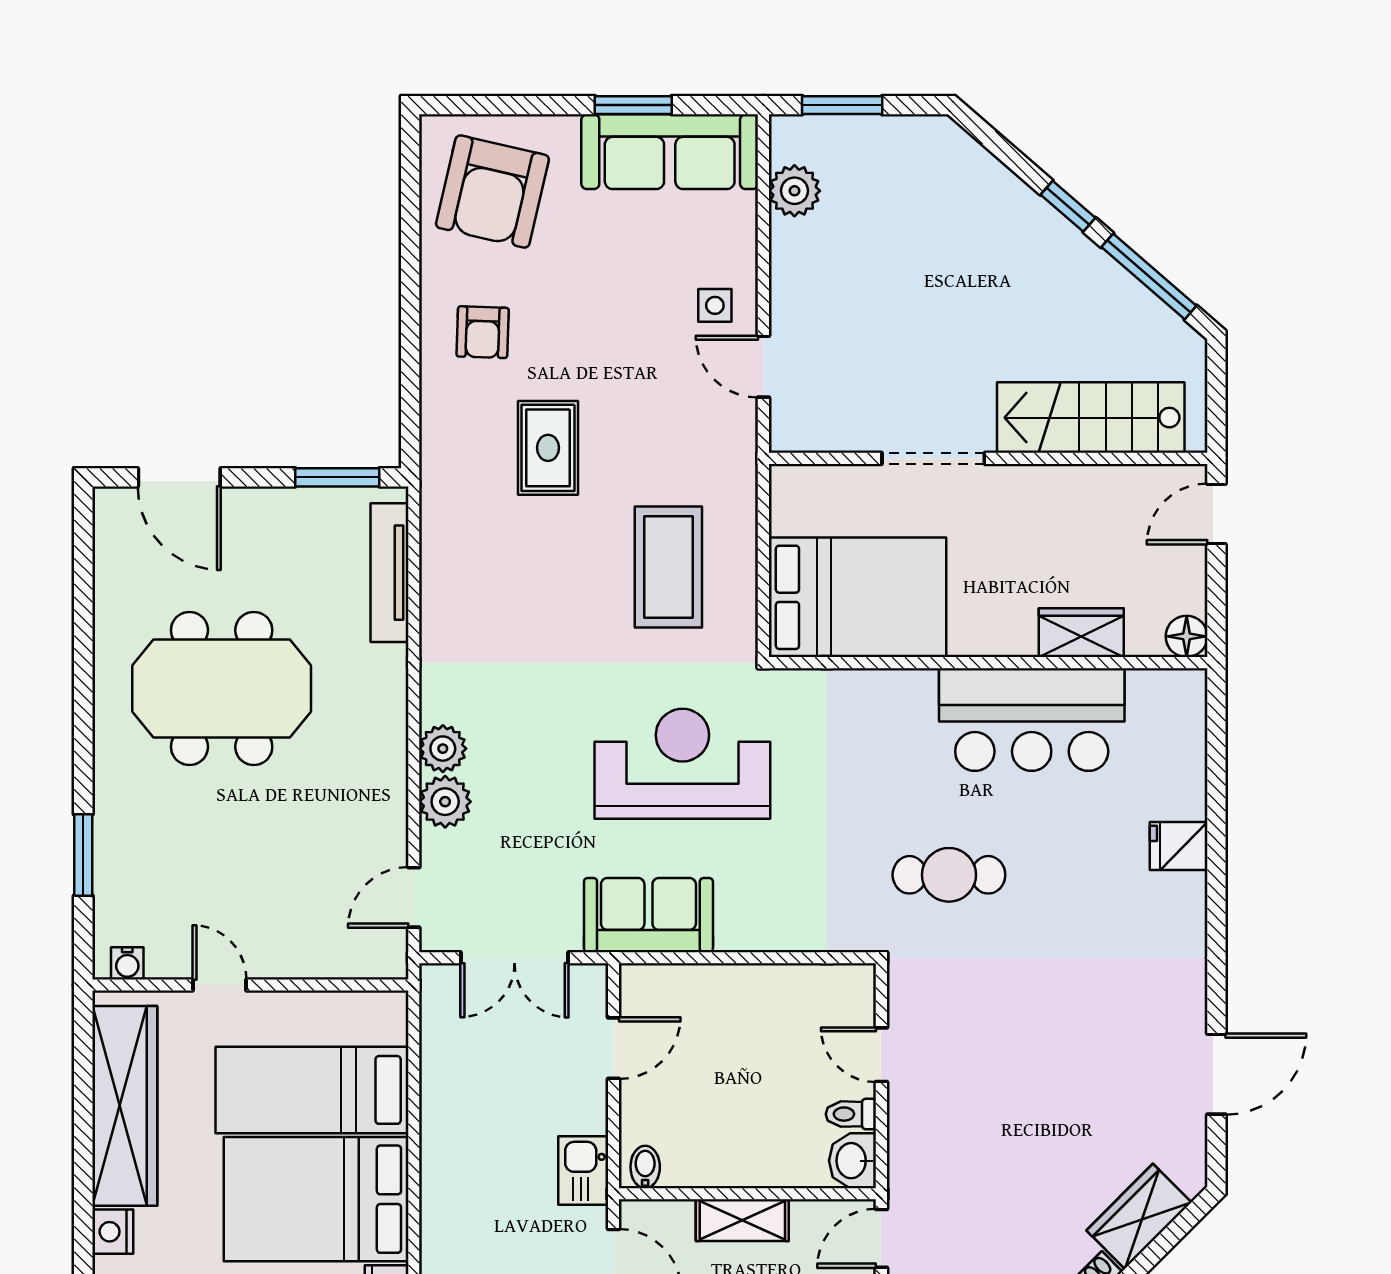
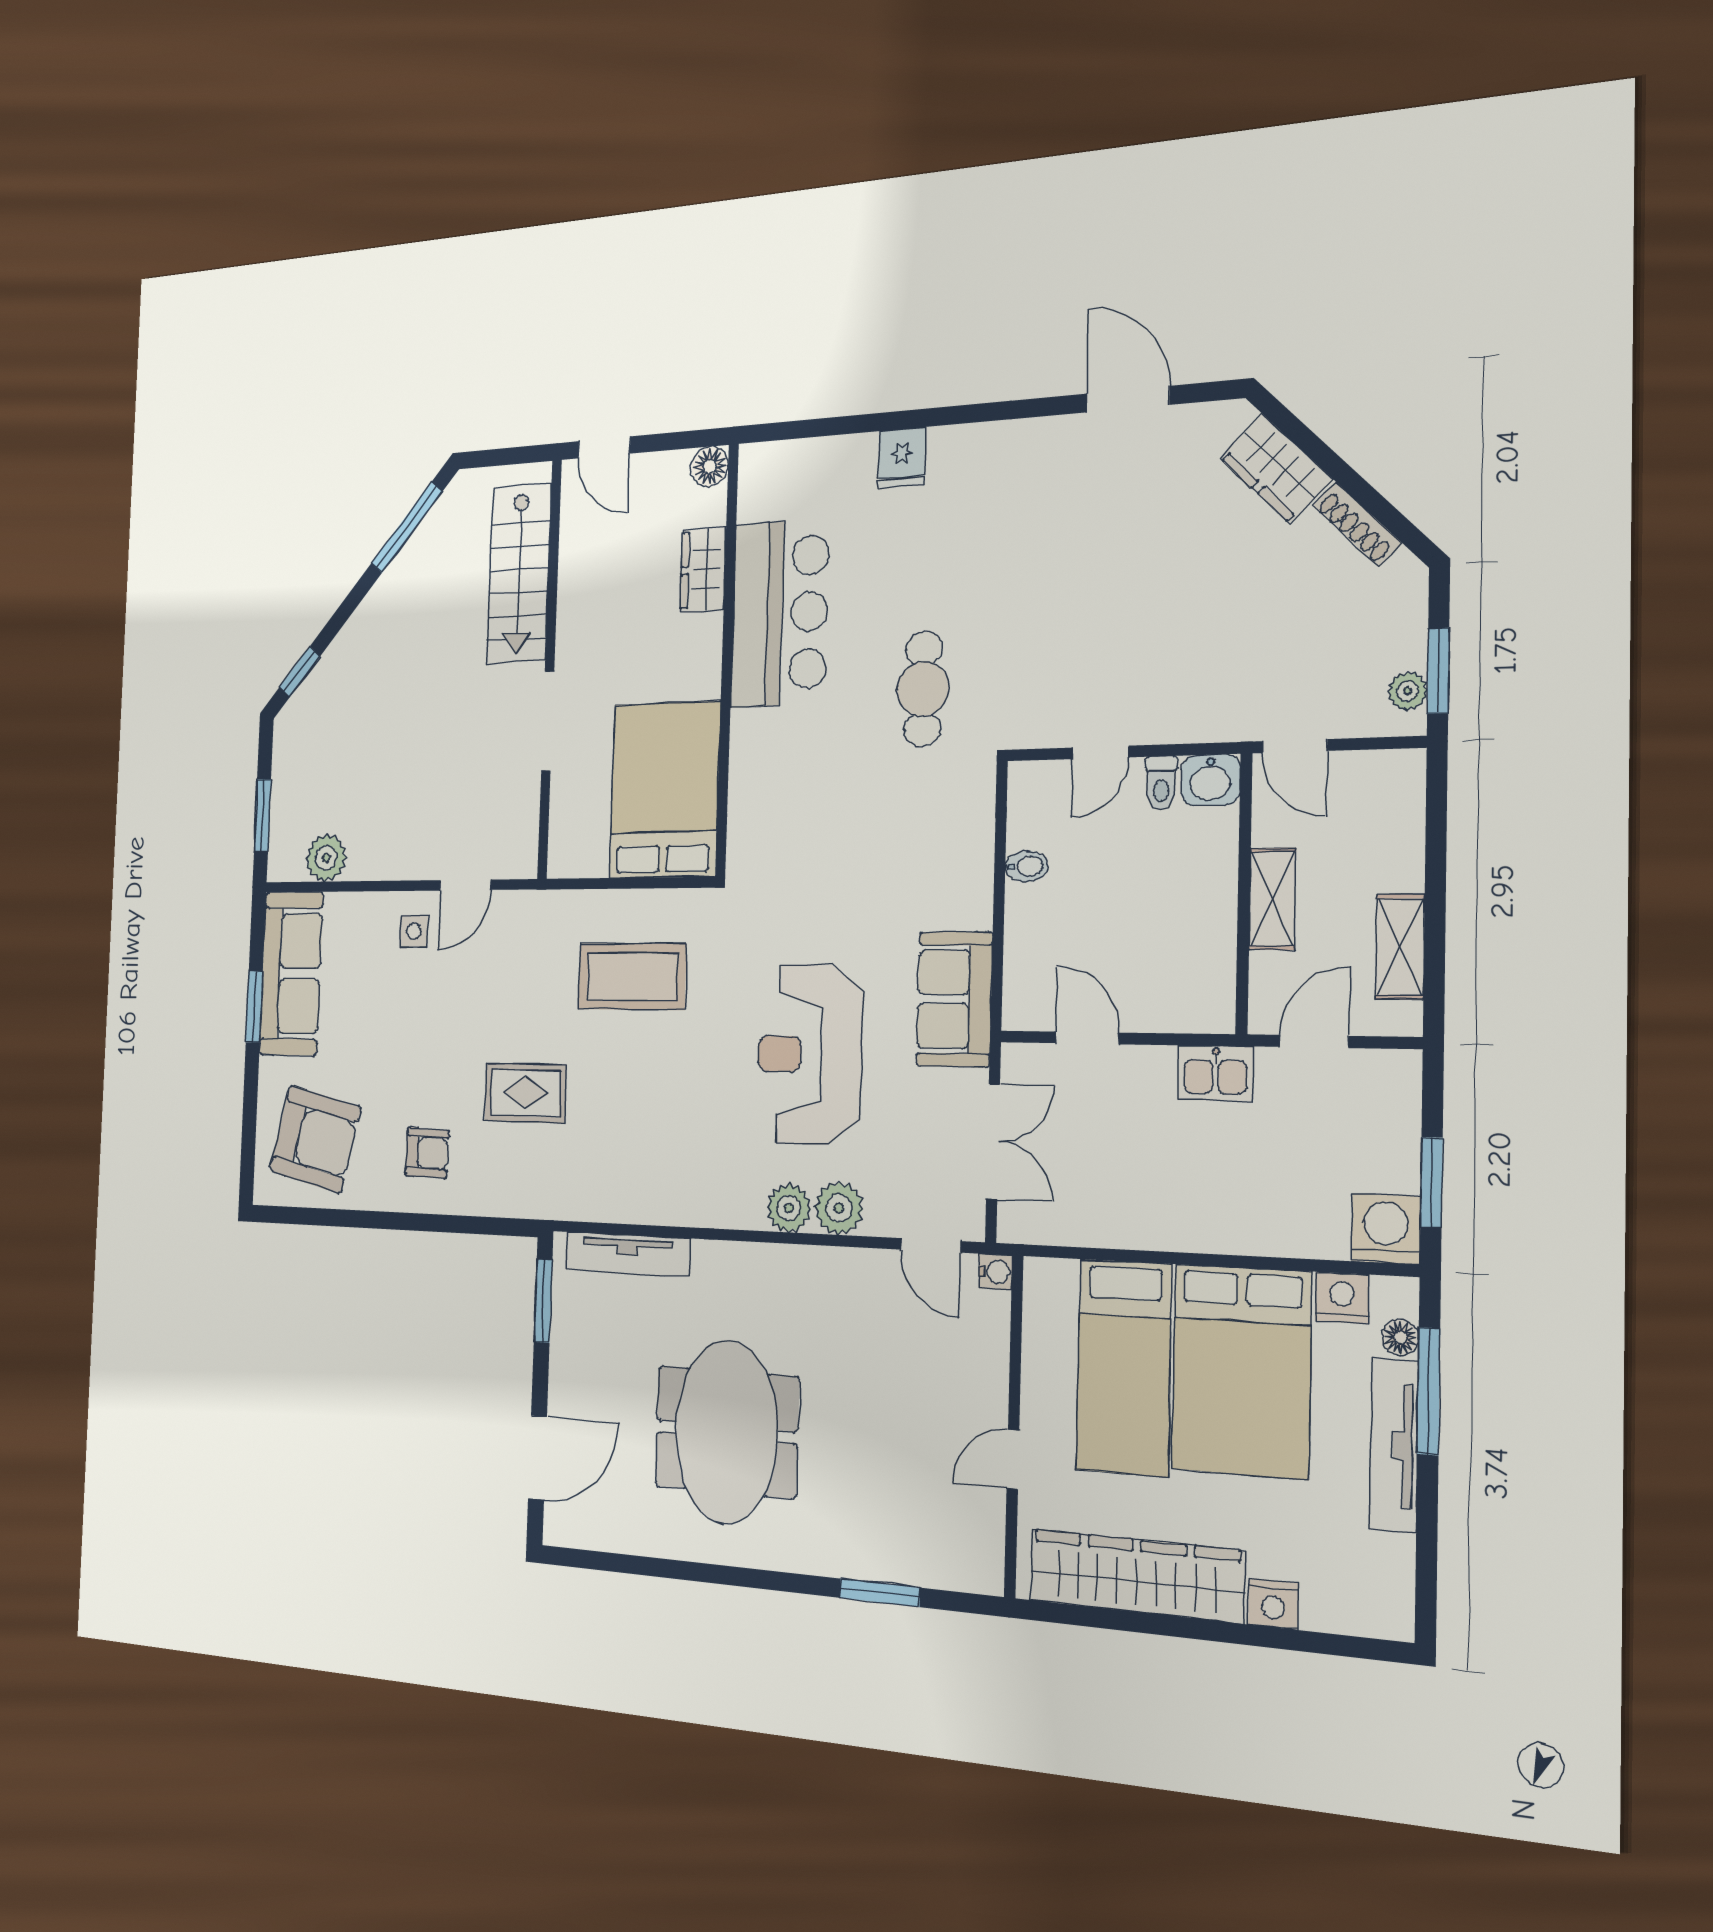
window: (1068, 206) -> (300, 672), moved
reception desk: (682, 764) -> (809, 1054), moved
water cooler: (127, 963) -> (996, 1272), moved
bidet: (645, 1167) -> (1027, 866), moved, turned 180

